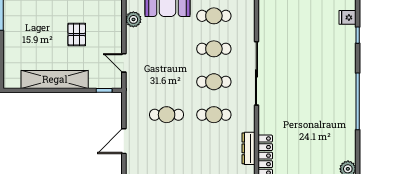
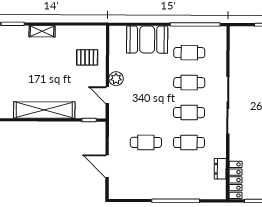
plant: (133, 19) -> (116, 79), moved
pallet: (77, 34) -> (87, 57), moved, turned 90
door: (124, 141) -> (107, 166), hinge flipped
dresser: (248, 148) -> (220, 169), width x0.70

